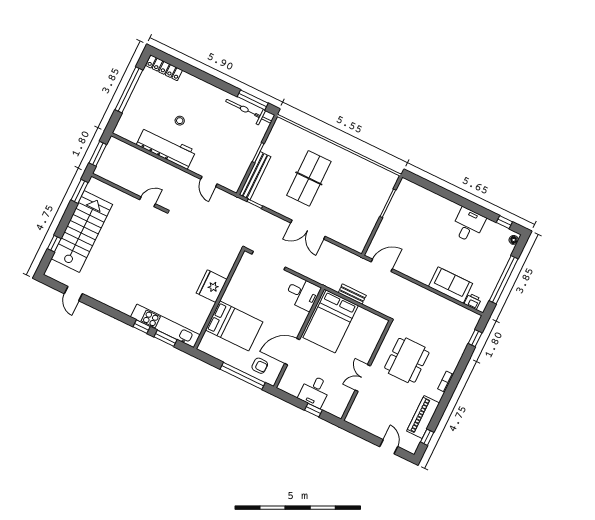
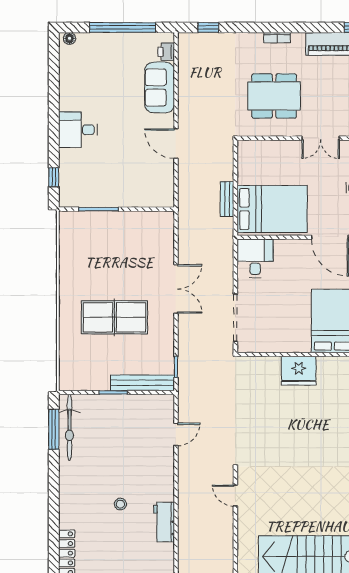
workbench: (166, 148) -> (164, 522), width x0.53, depth x0.76
window: (504, 222) -> (54, 177), moved
desk: (468, 225) -> (78, 130), moved
door: (382, 265) -> (176, 144), moved

